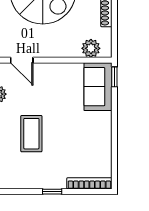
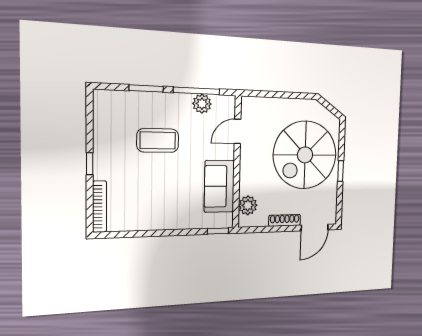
sofa: (98, 87) -> (219, 186), moved, turned -90

